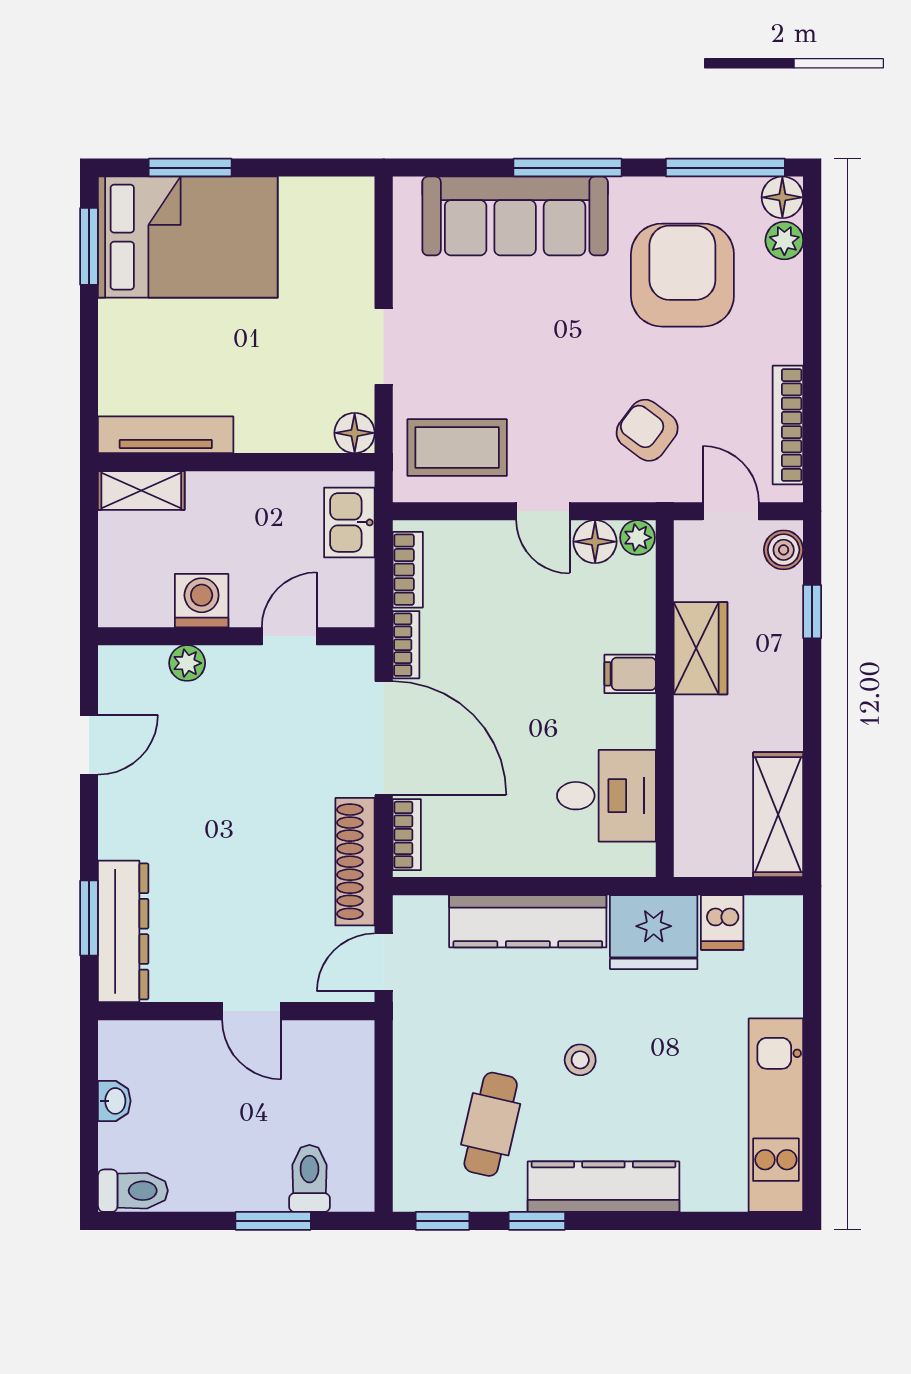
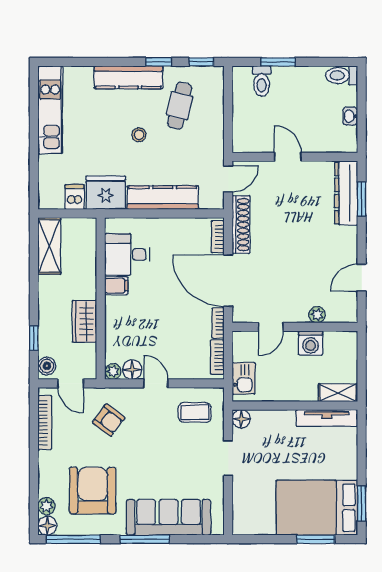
armchair: (682, 275) -> (93, 490), turned 180
coffee table: (457, 448) -> (195, 412), width x0.73, depth x0.77
filing cabinet: (630, 674) -> (116, 286), moved

